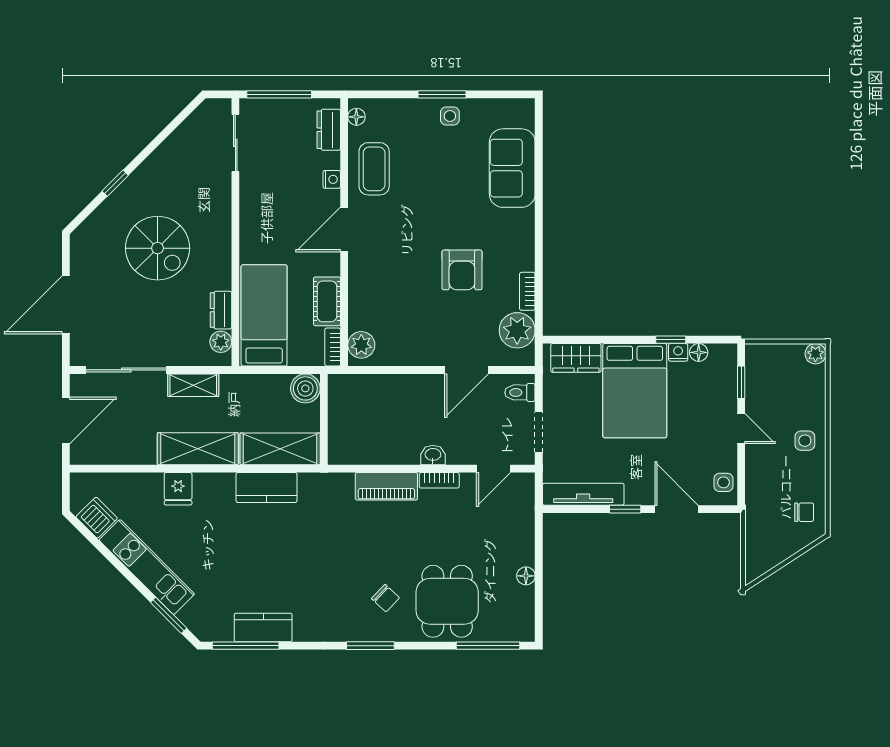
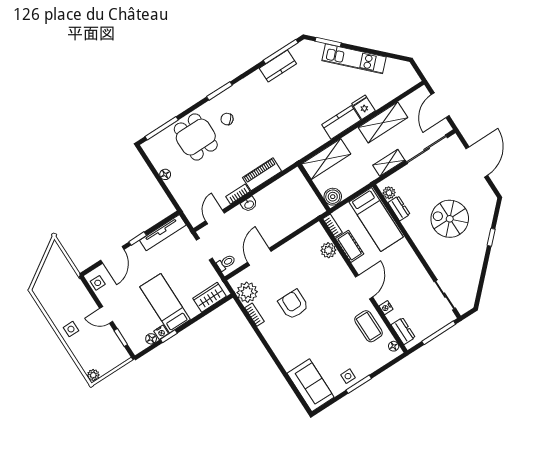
sofa: (512, 168) -> (311, 385), moved
plant: (361, 345) -> (328, 250), moved
bed: (635, 391) -> (165, 303), width x0.67
shelving: (198, 449) -> (383, 122), moved
kitchen counter: (266, 488) -> (341, 122), moved
door: (676, 509) -> (112, 255), hinge flipped
chair: (804, 512) -> (49, 294), removed
dishwasher: (97, 518) -> (394, 67), removed

